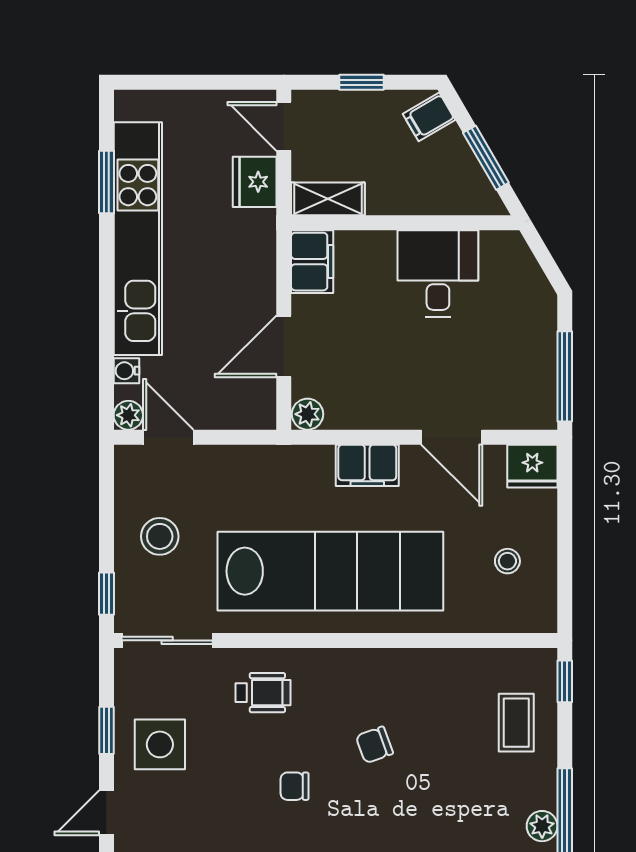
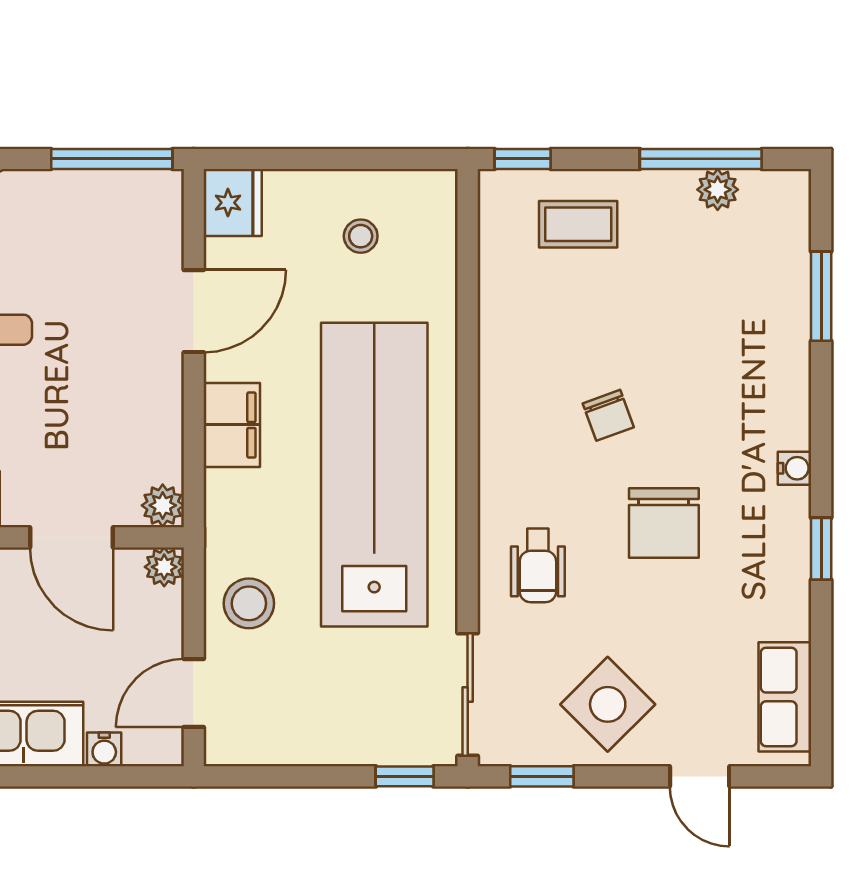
plant: (128, 415) -> (164, 567), moved
stool: (160, 536) -> (249, 603), moved
wheelchair: (263, 693) -> (538, 565), turned 180
window: (106, 730) -> (542, 776), moved
side table: (160, 744) -> (608, 704), turned 45
chair: (295, 786) -> (664, 523), width x1.87, depth x1.87

